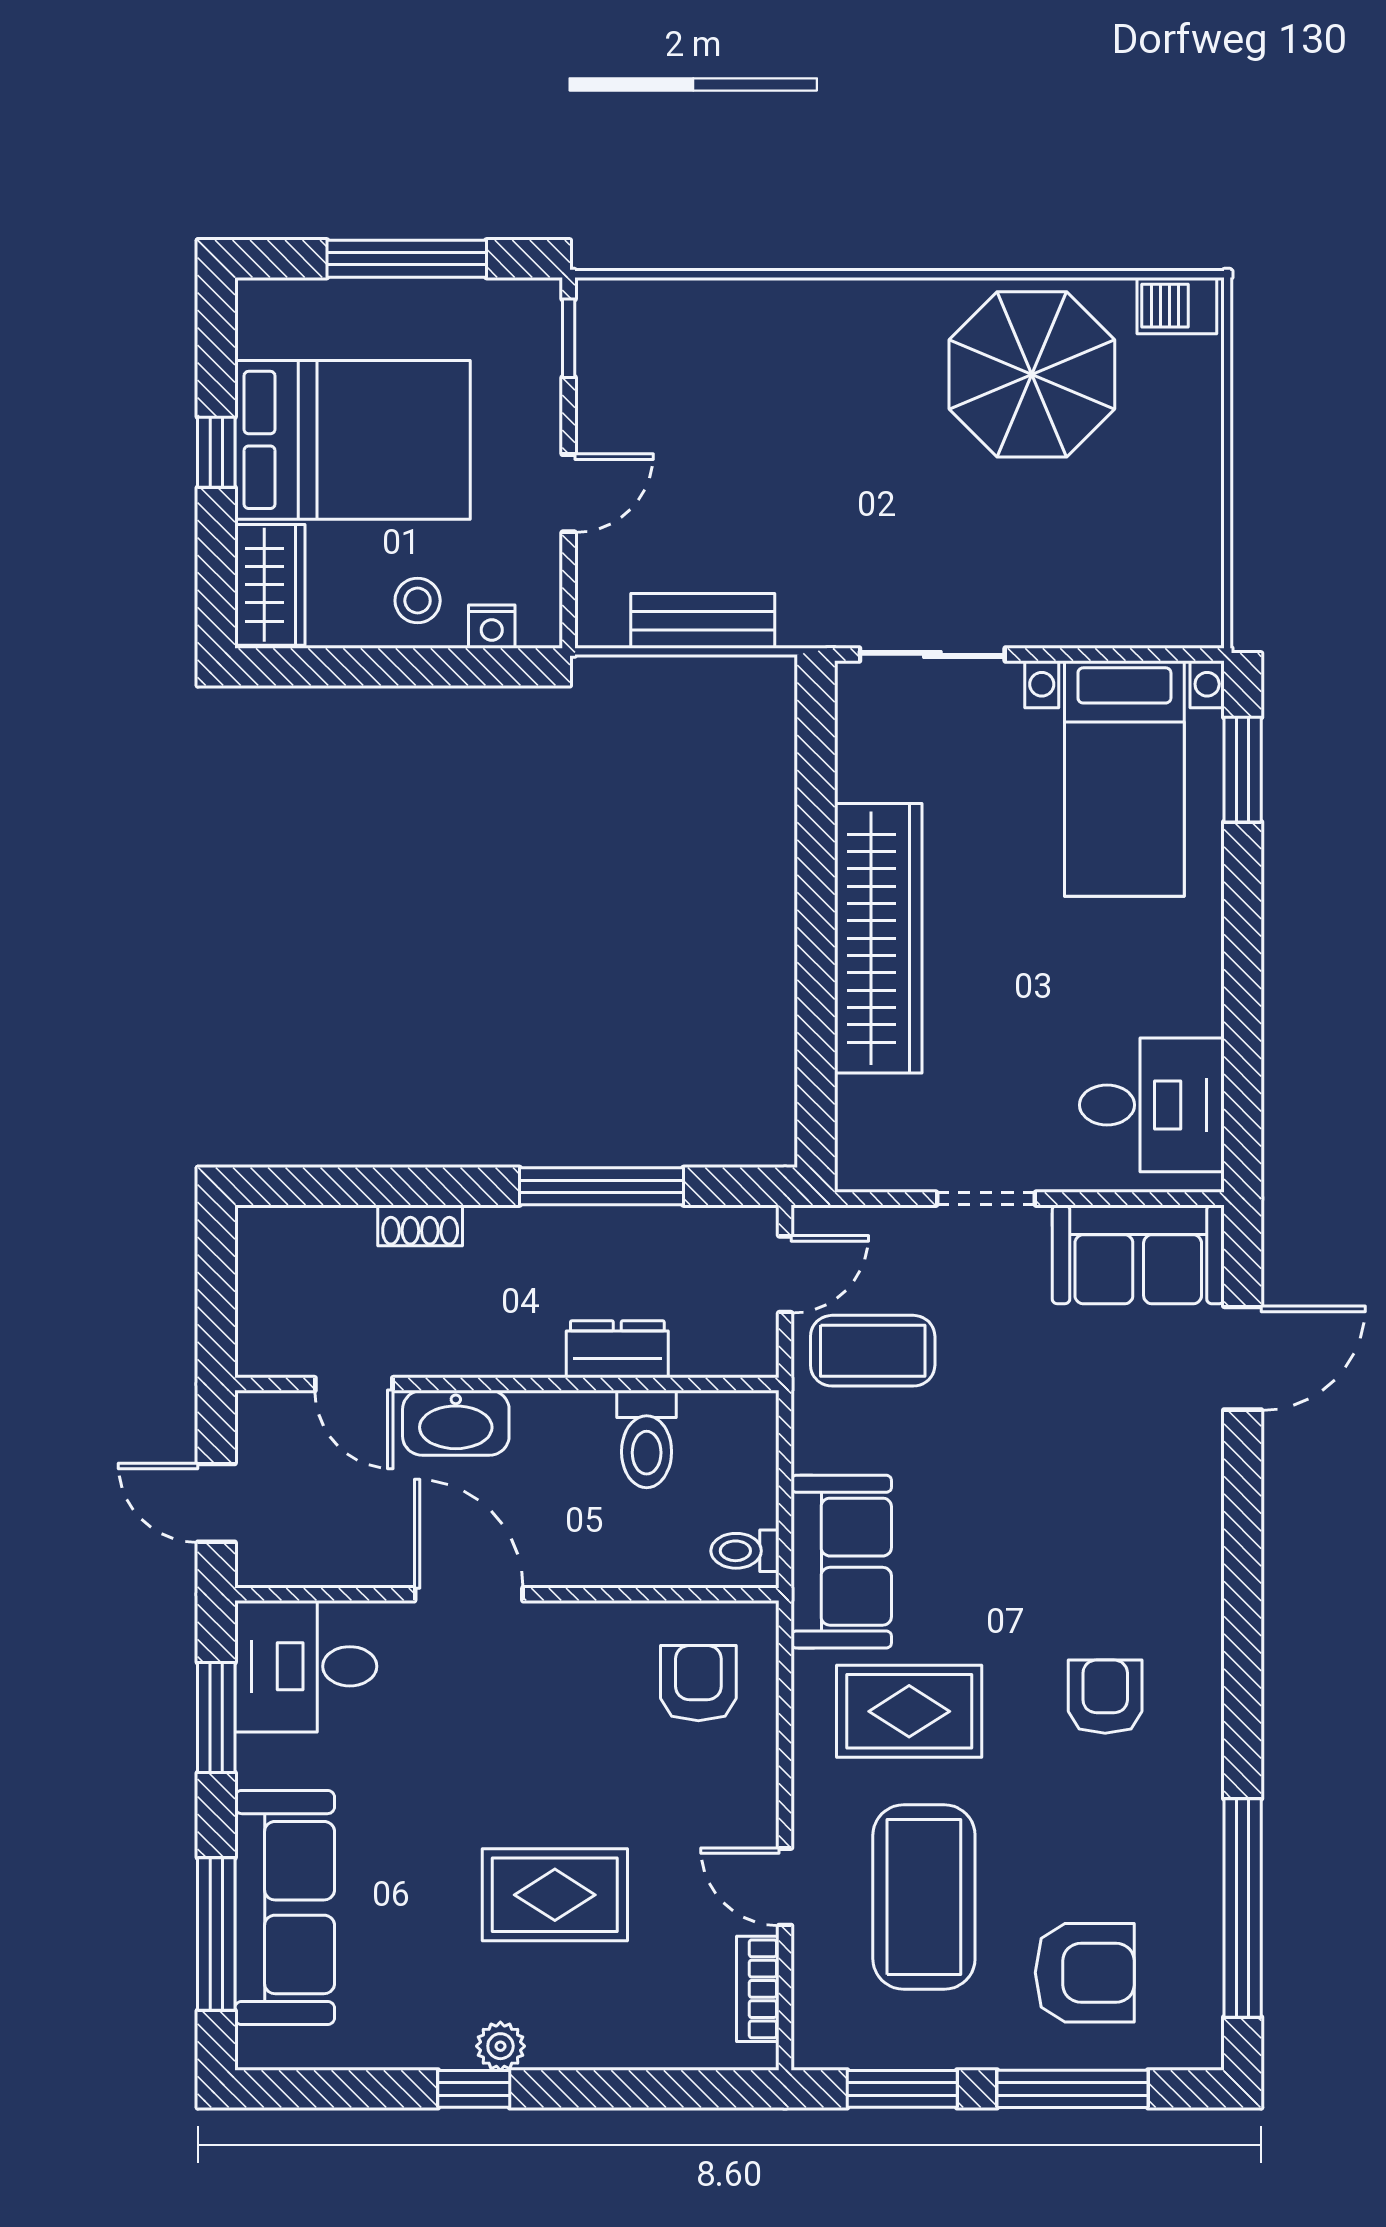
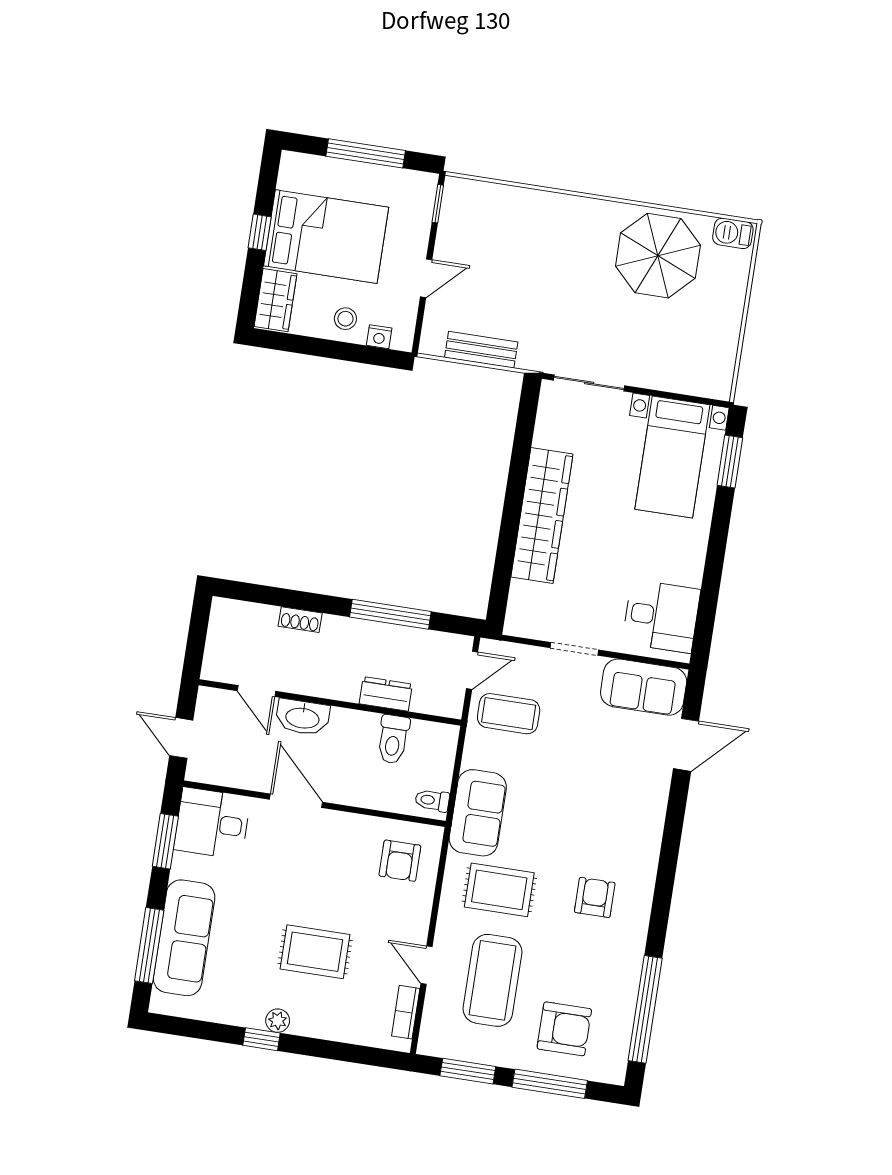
armchair: (698, 1683) -> (400, 861), turned 180

